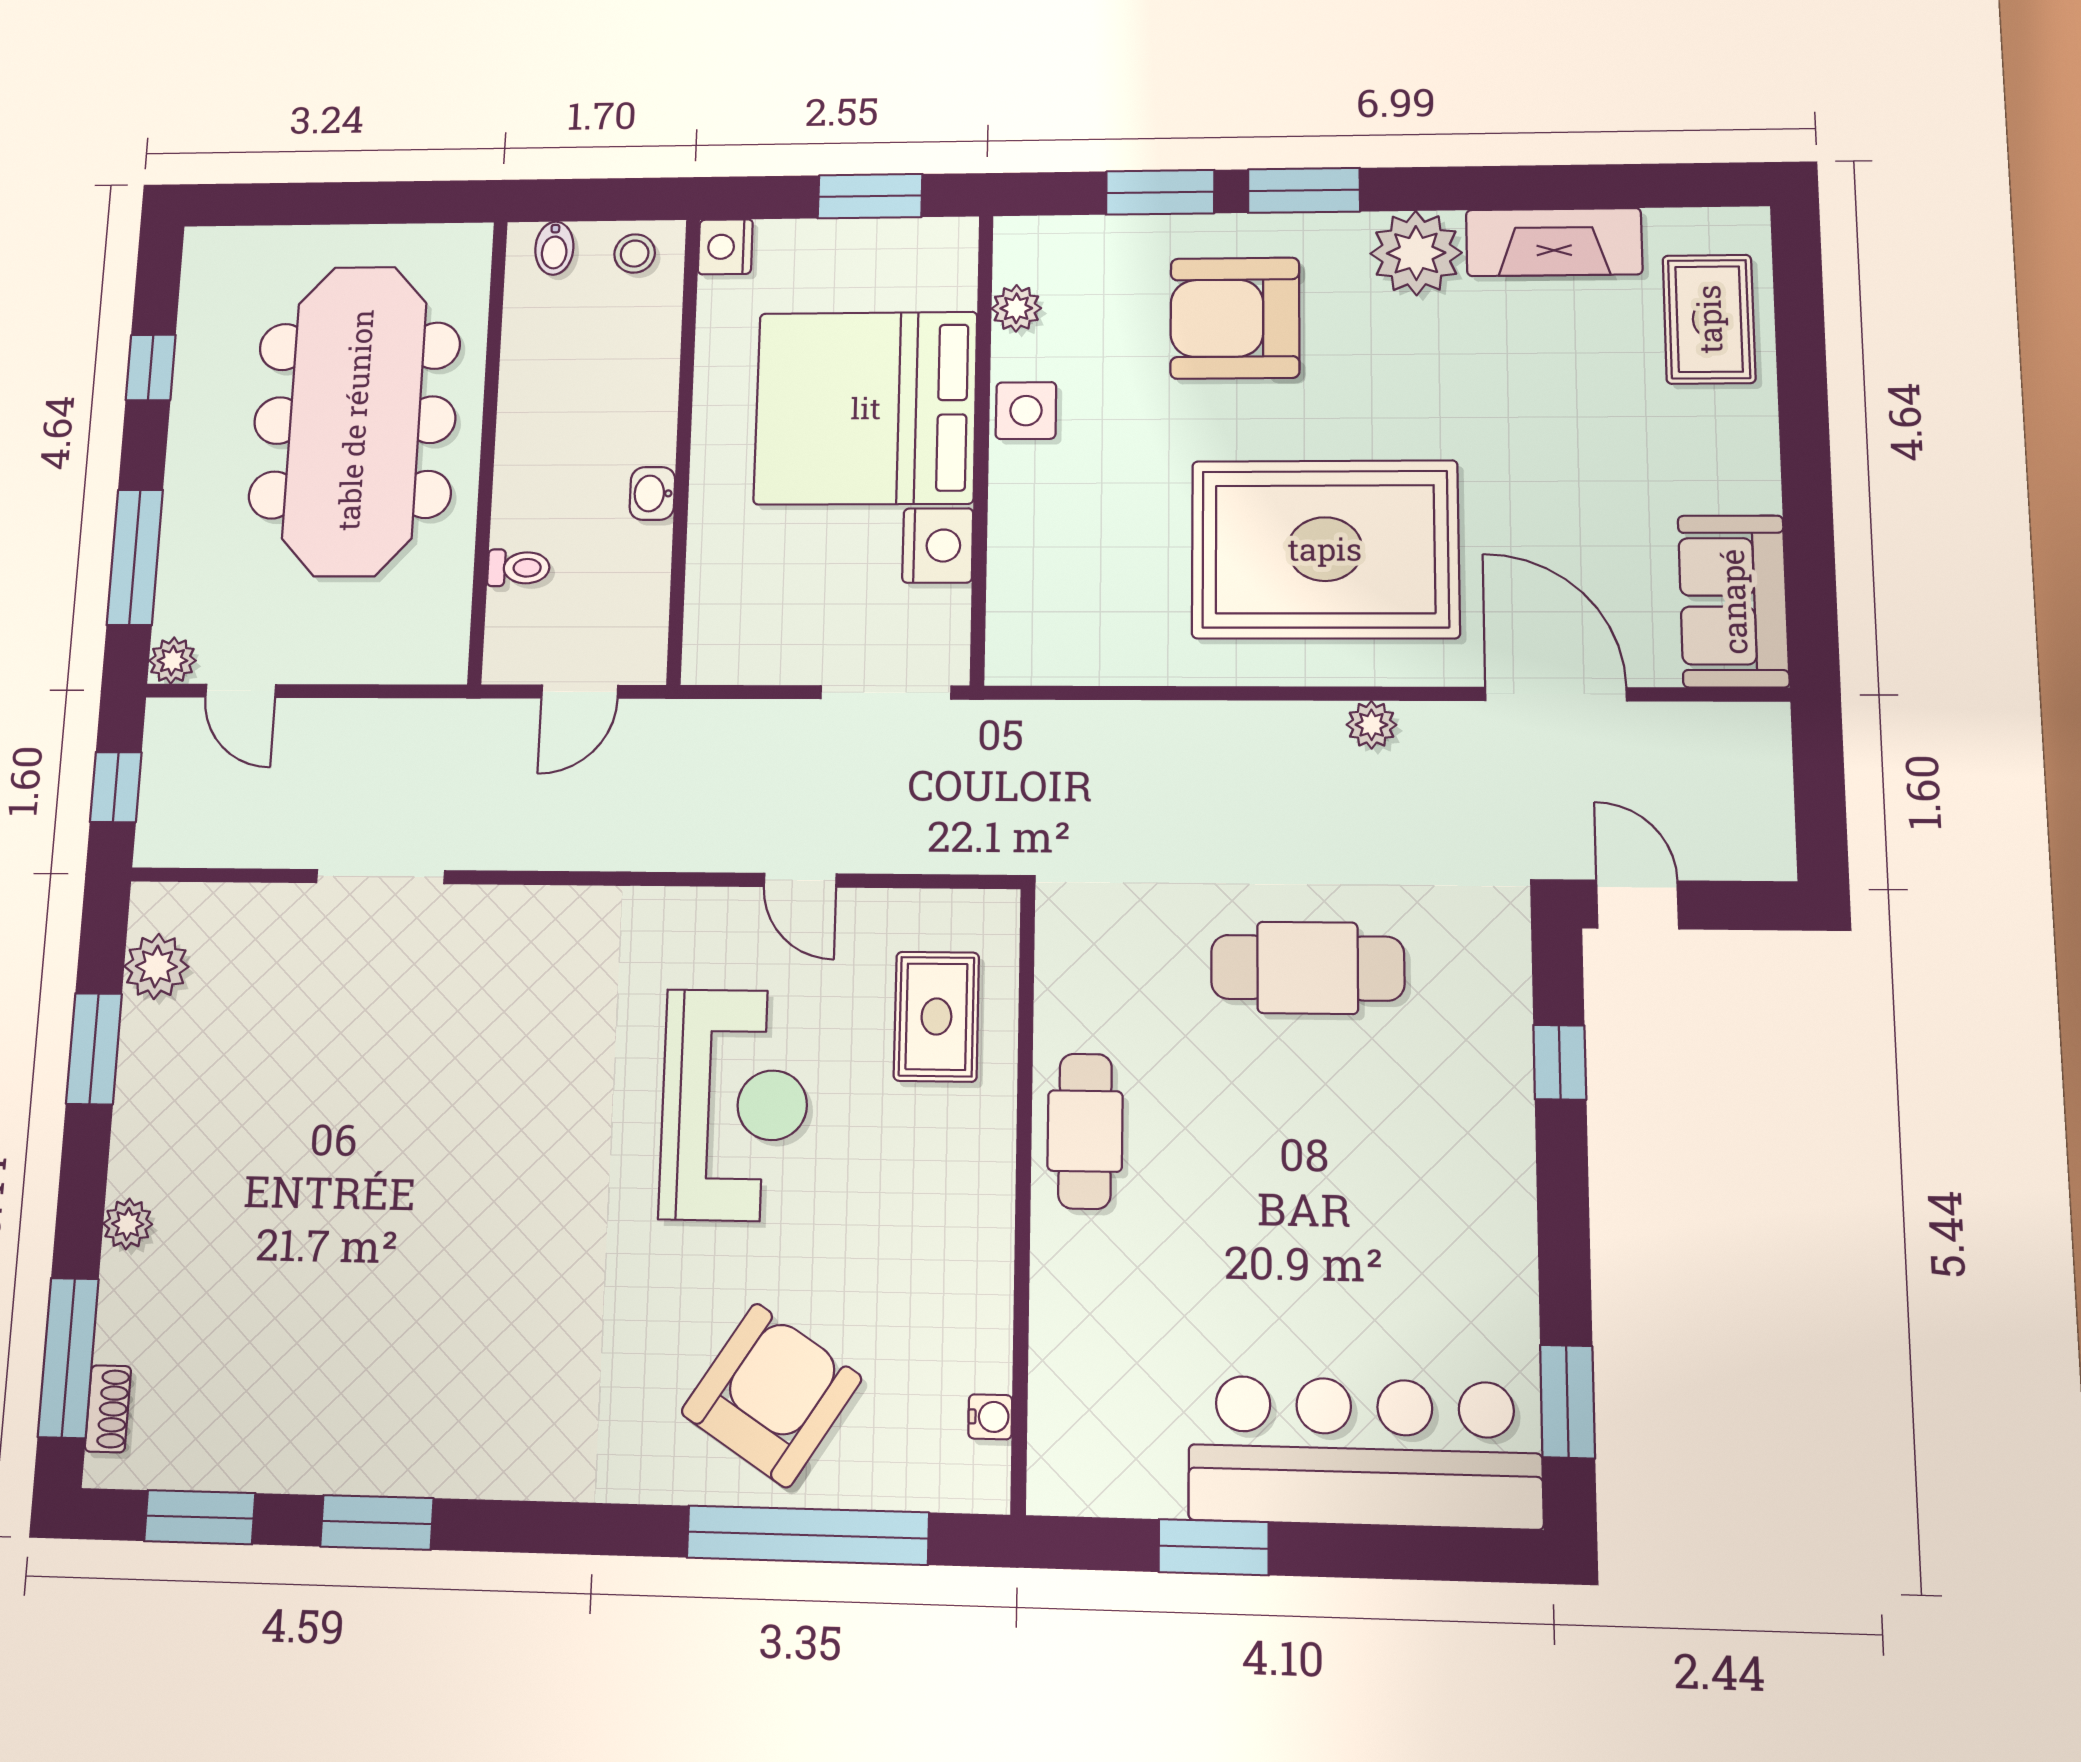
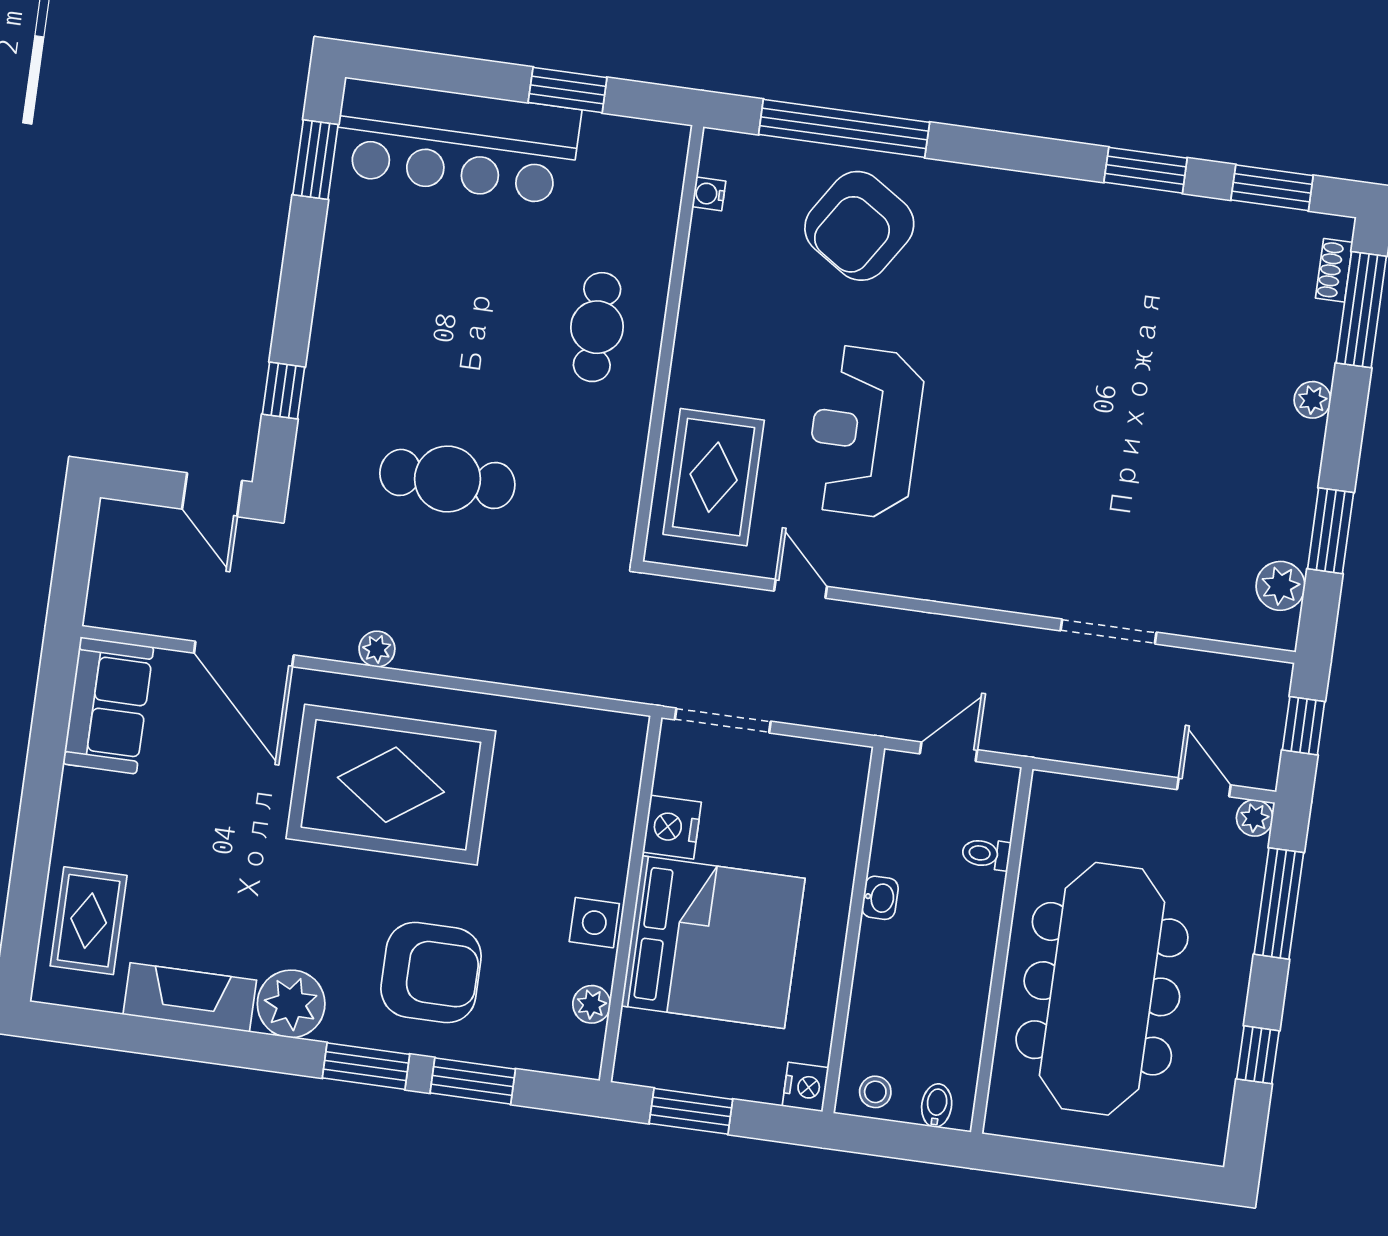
rug: (936, 1017) -> (714, 477), width x1.36, depth x1.43
cafe table: (1085, 1131) -> (597, 327), moved

